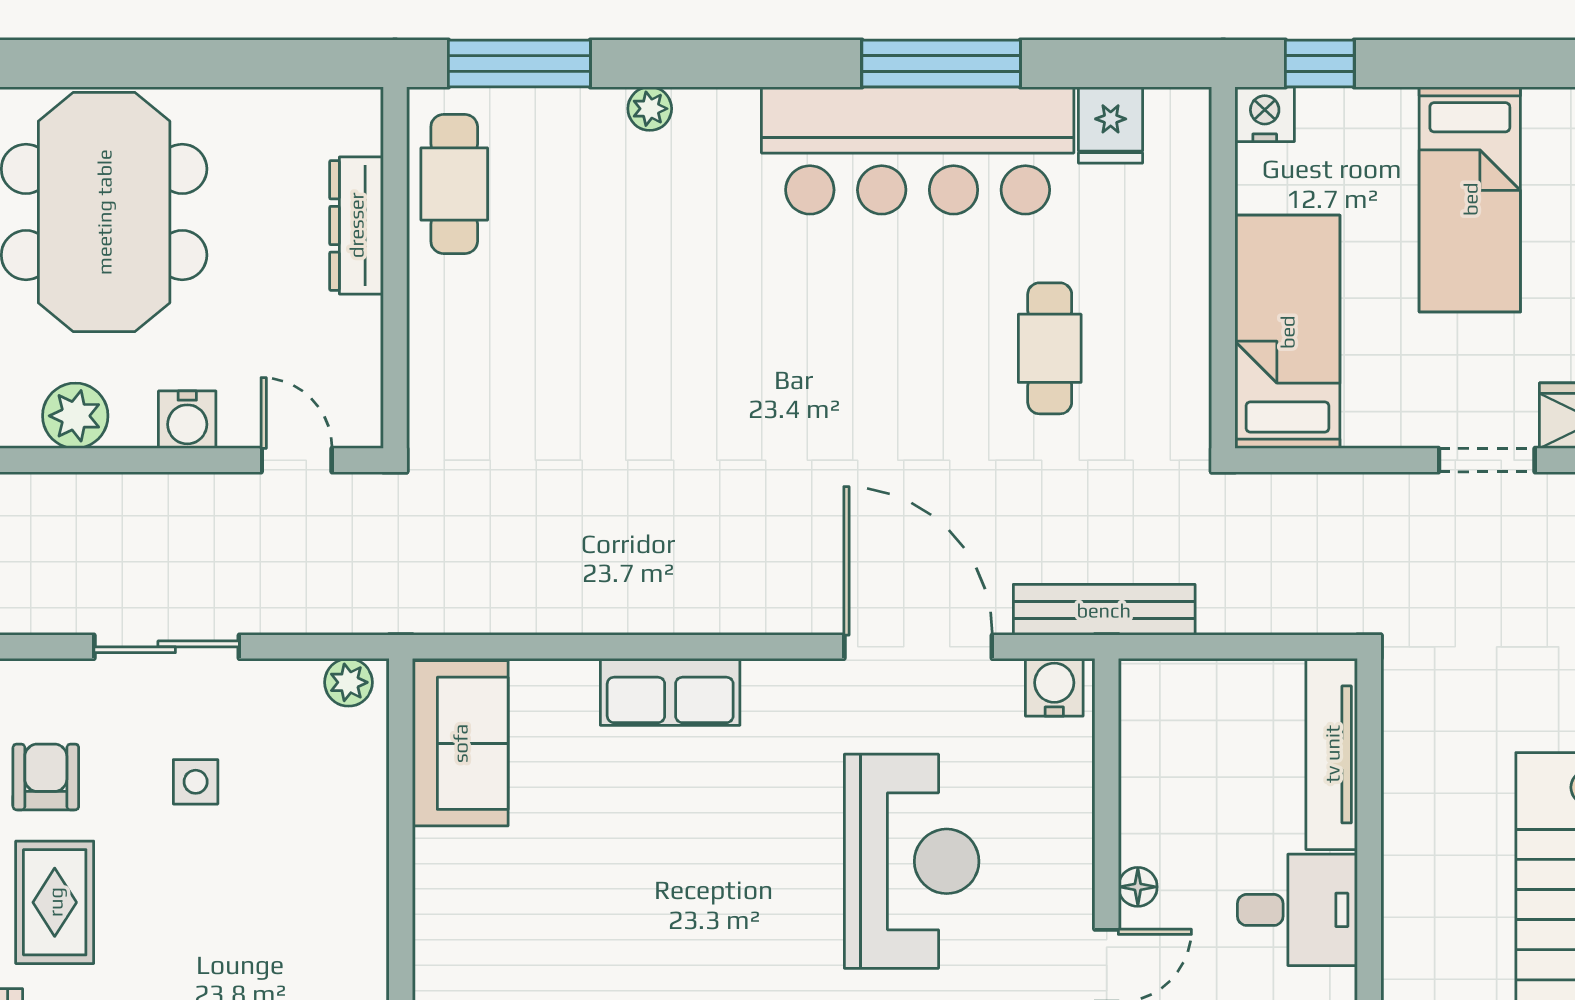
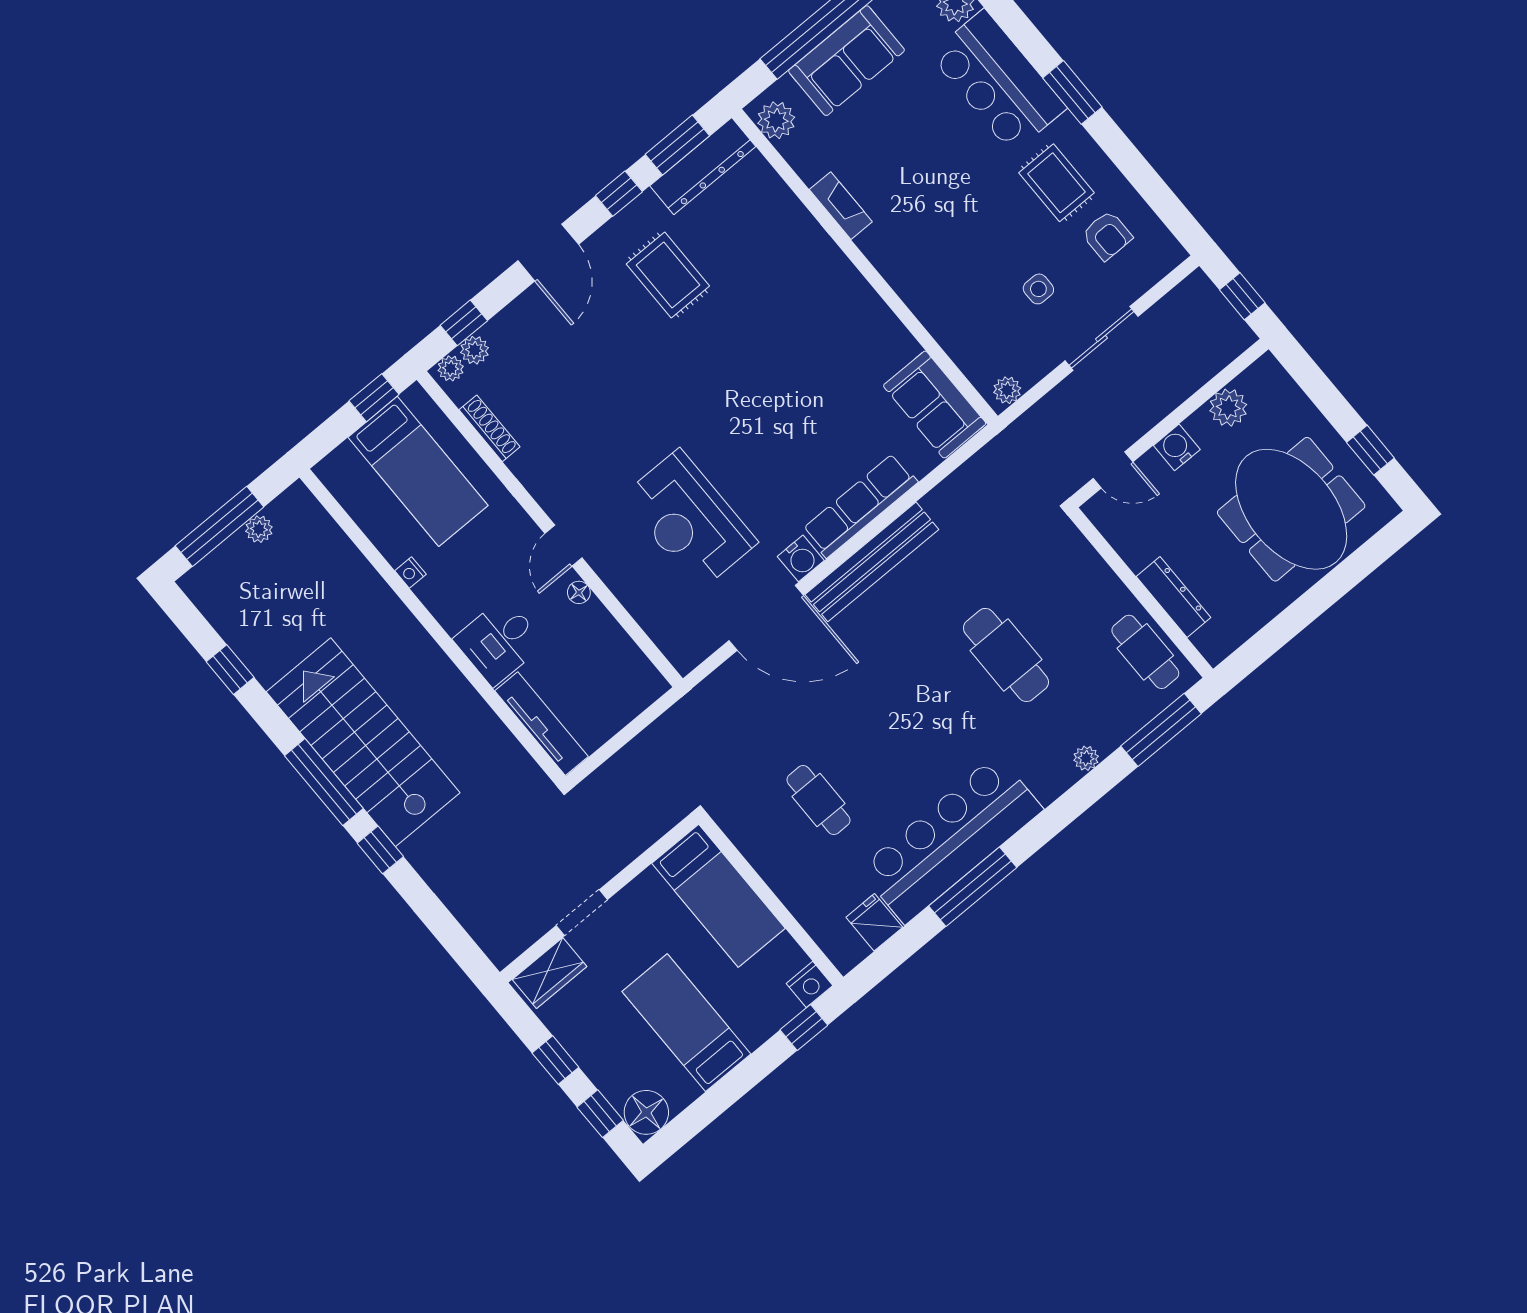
cafe table: (642, 334) -> (1006, 655), added
bench: (1104, 610) -> (872, 562), moved, width x1.37, depth x1.21
water cooler: (1054, 687) -> (801, 558), moved
row of seats: (670, 692) -> (860, 506), width x1.48

